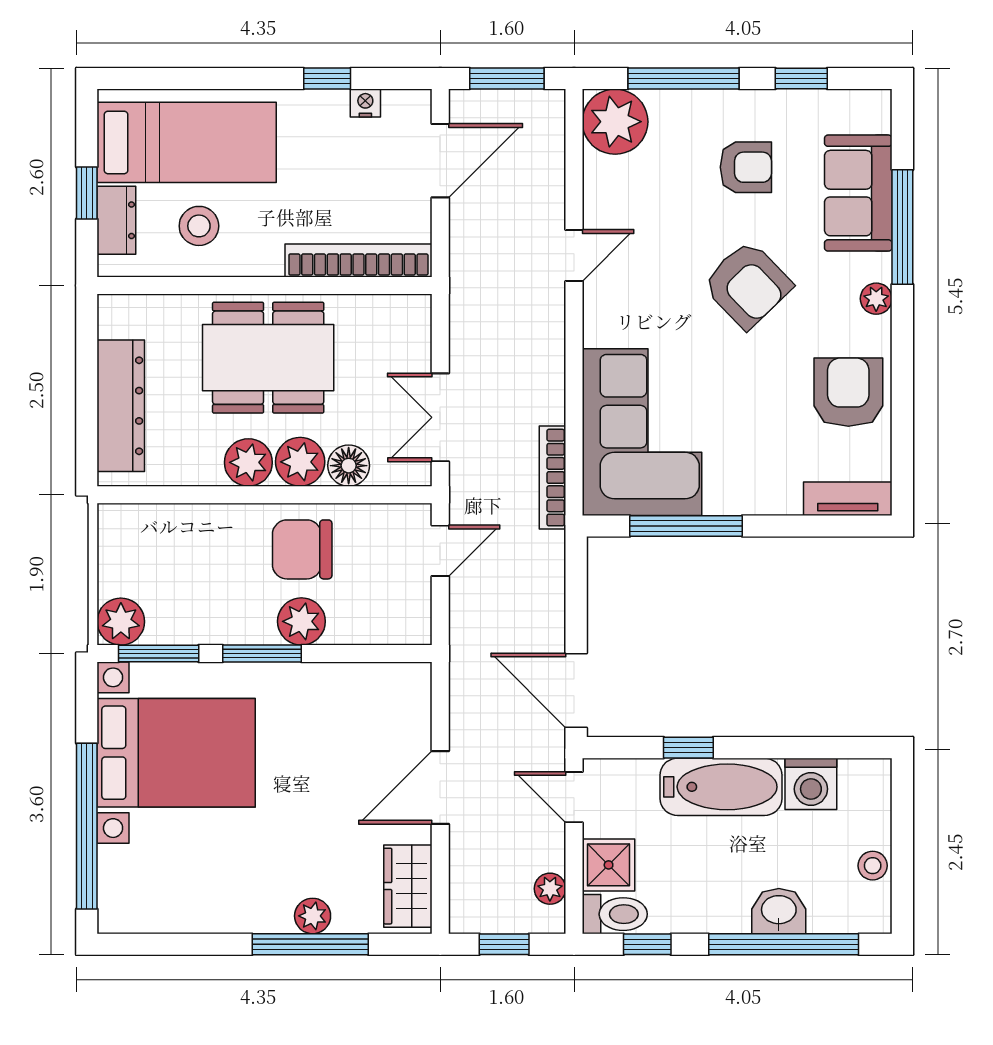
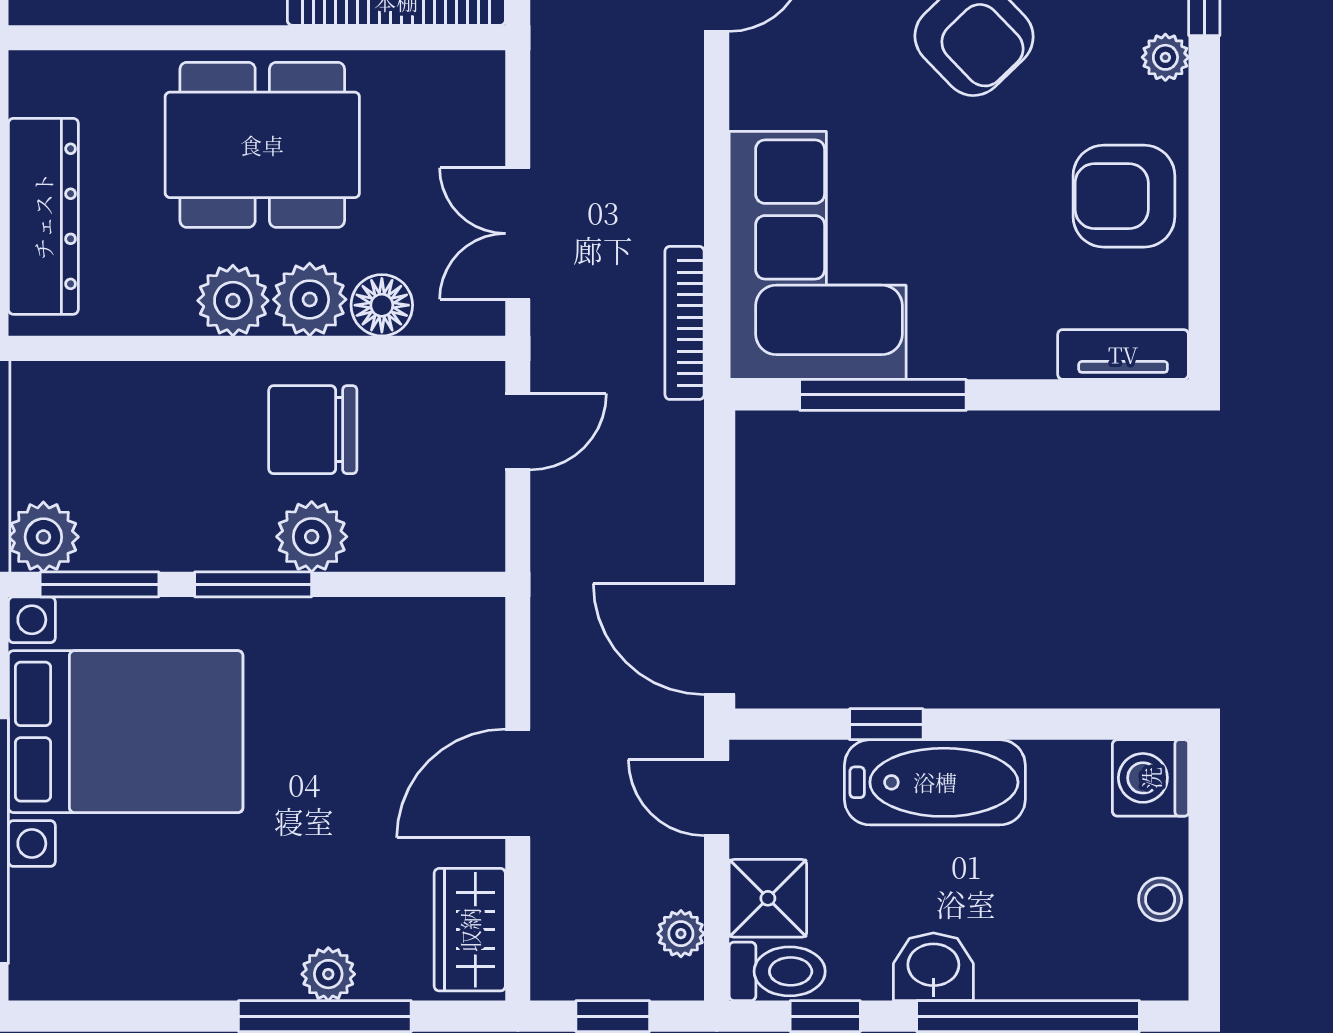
armchair: (848, 392) -> (1124, 196), turned -90
washing machine: (811, 784) -> (1151, 778), moved, turned 90
washbasin: (779, 911) -> (933, 967), moved

